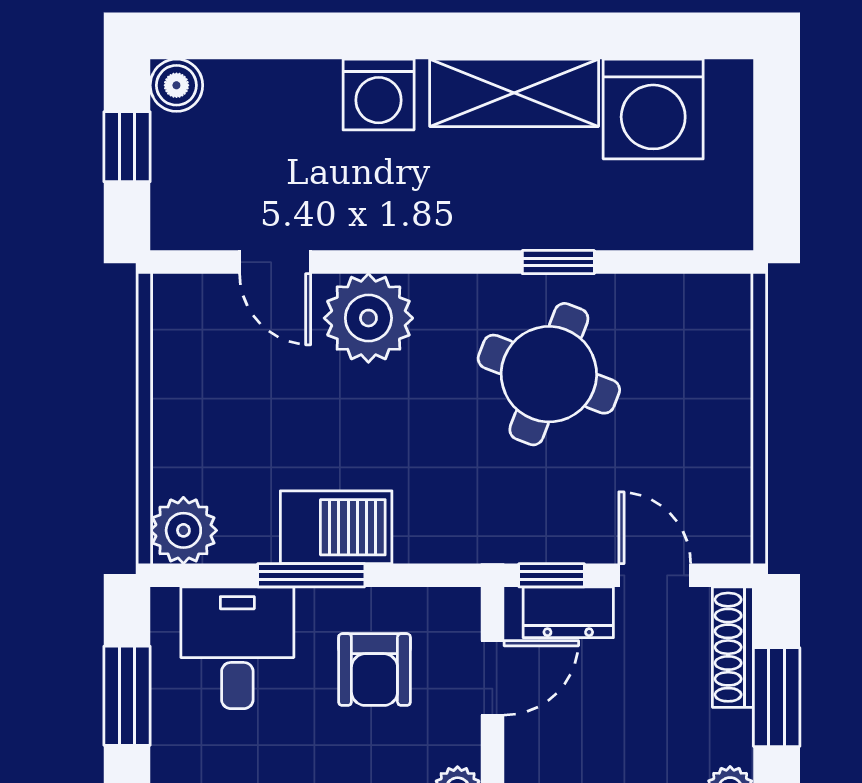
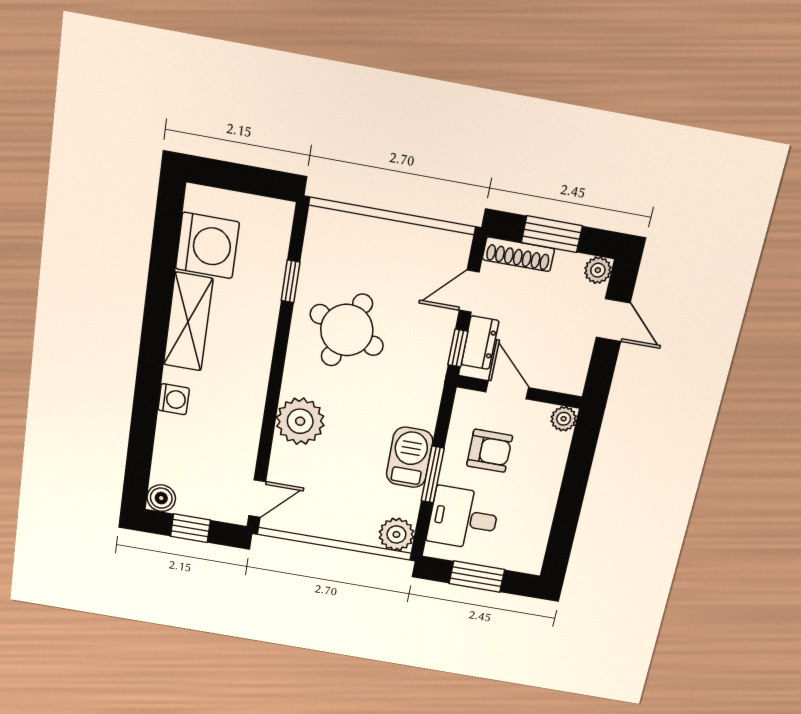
washing machine: (379, 94) -> (174, 399), width x0.73, depth x0.73
door: (275, 262) -> (257, 499), moved
window: (558, 262) -> (291, 281), moved

